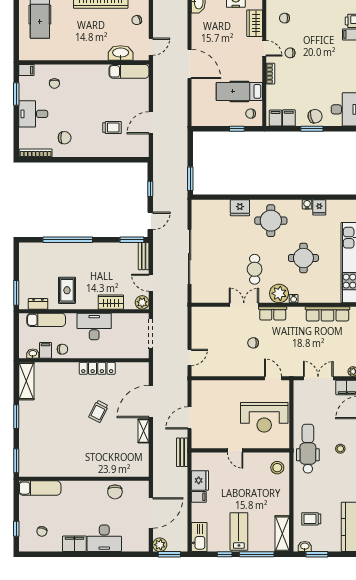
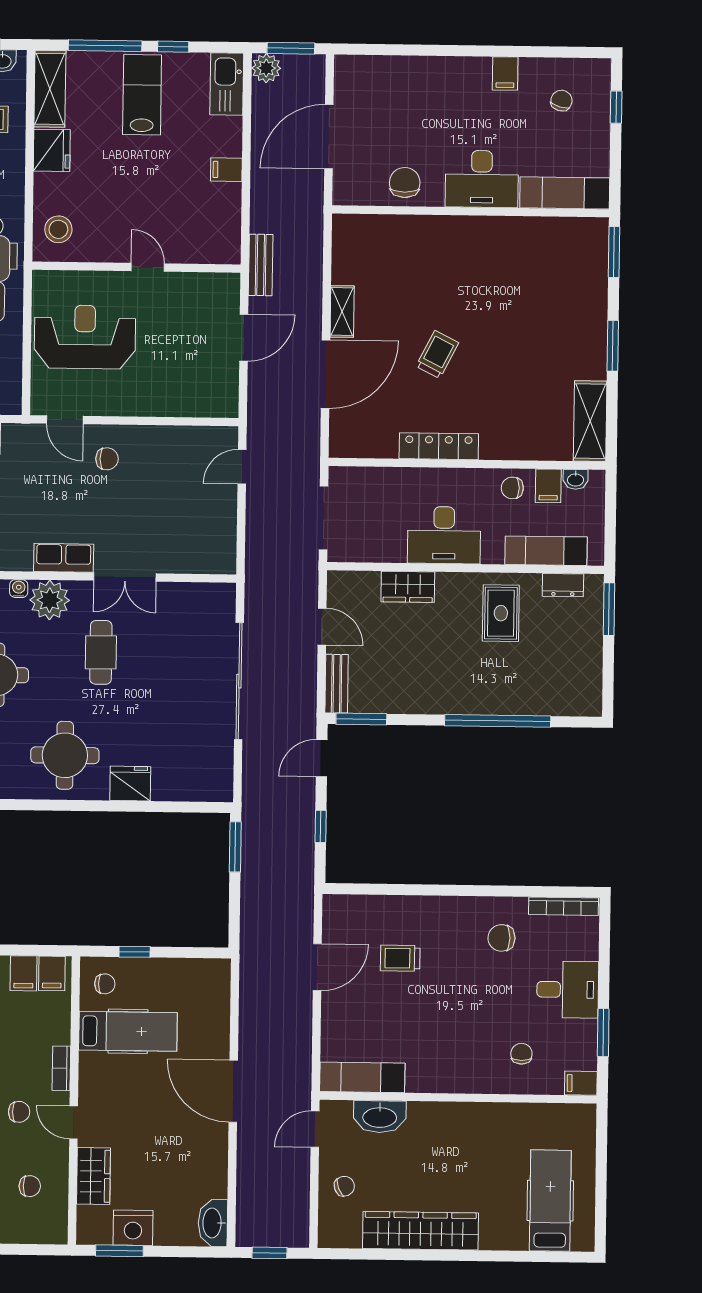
plant: (142, 302) -> (341, 585), removed
chair: (253, 343) -> (107, 459), moved
fridge: (200, 480) -> (52, 150), moved, turned 180
lab bench: (239, 531) -> (142, 95), turned 180
desk: (104, 538) -> (482, 179), moved, turned 180
filing cabinet: (74, 544) -> (505, 73), width x0.50
plant: (160, 545) -> (266, 68), moved

